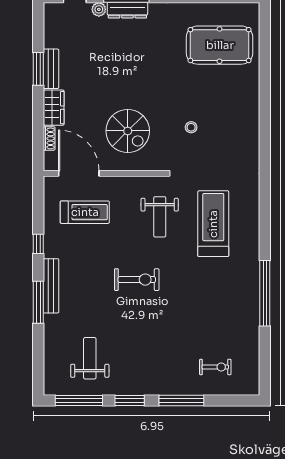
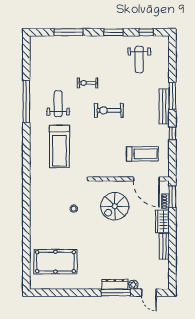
window: (38, 69) -> (172, 197), moved
spiral stairs: (128, 131) -> (115, 206), turned -90
treadmill: (85, 212) -> (142, 154), turned 180
weight bench: (160, 217) -> (58, 104), moved
exercise bike: (215, 367) -> (87, 83), moved
window: (79, 401) -> (146, 32), width x0.46
window: (181, 401) -> (69, 32), moved

